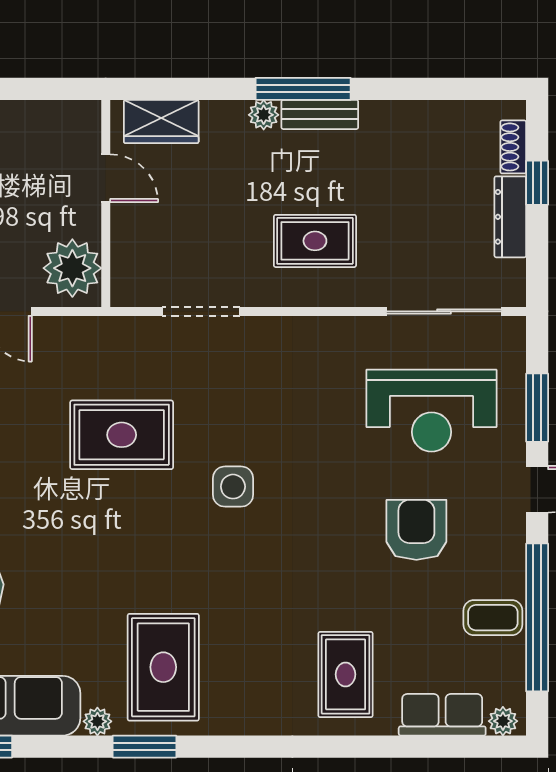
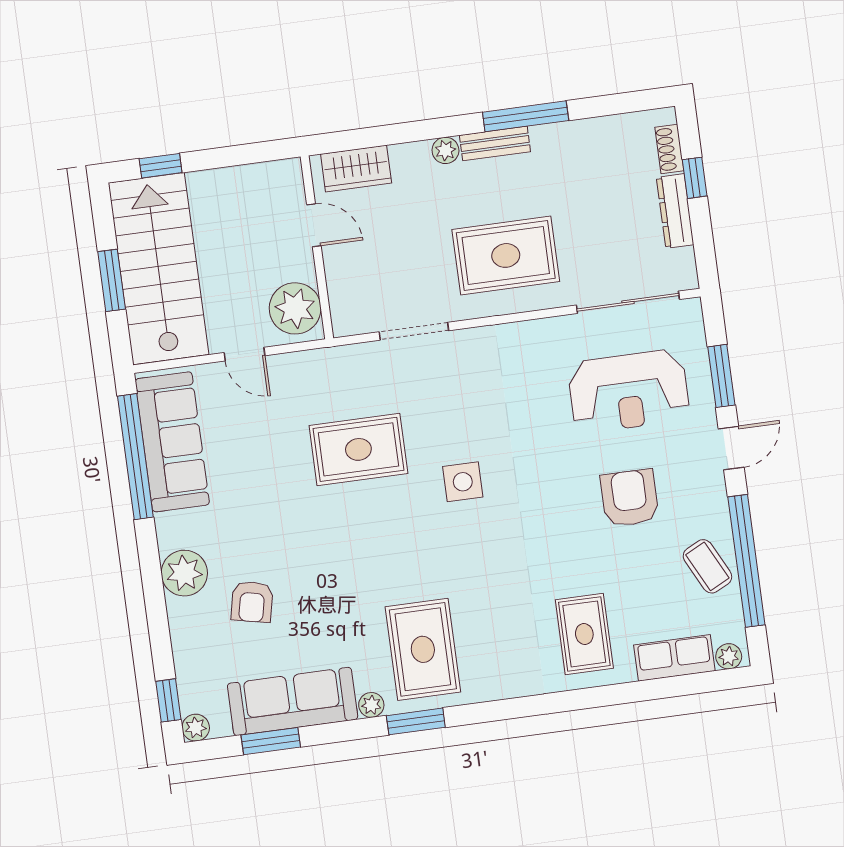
window: (303, 89) -> (526, 116), moved
rug: (315, 241) -> (506, 255), width x1.36, depth x1.43
coffee table: (493, 618) -> (707, 566), turned 63

